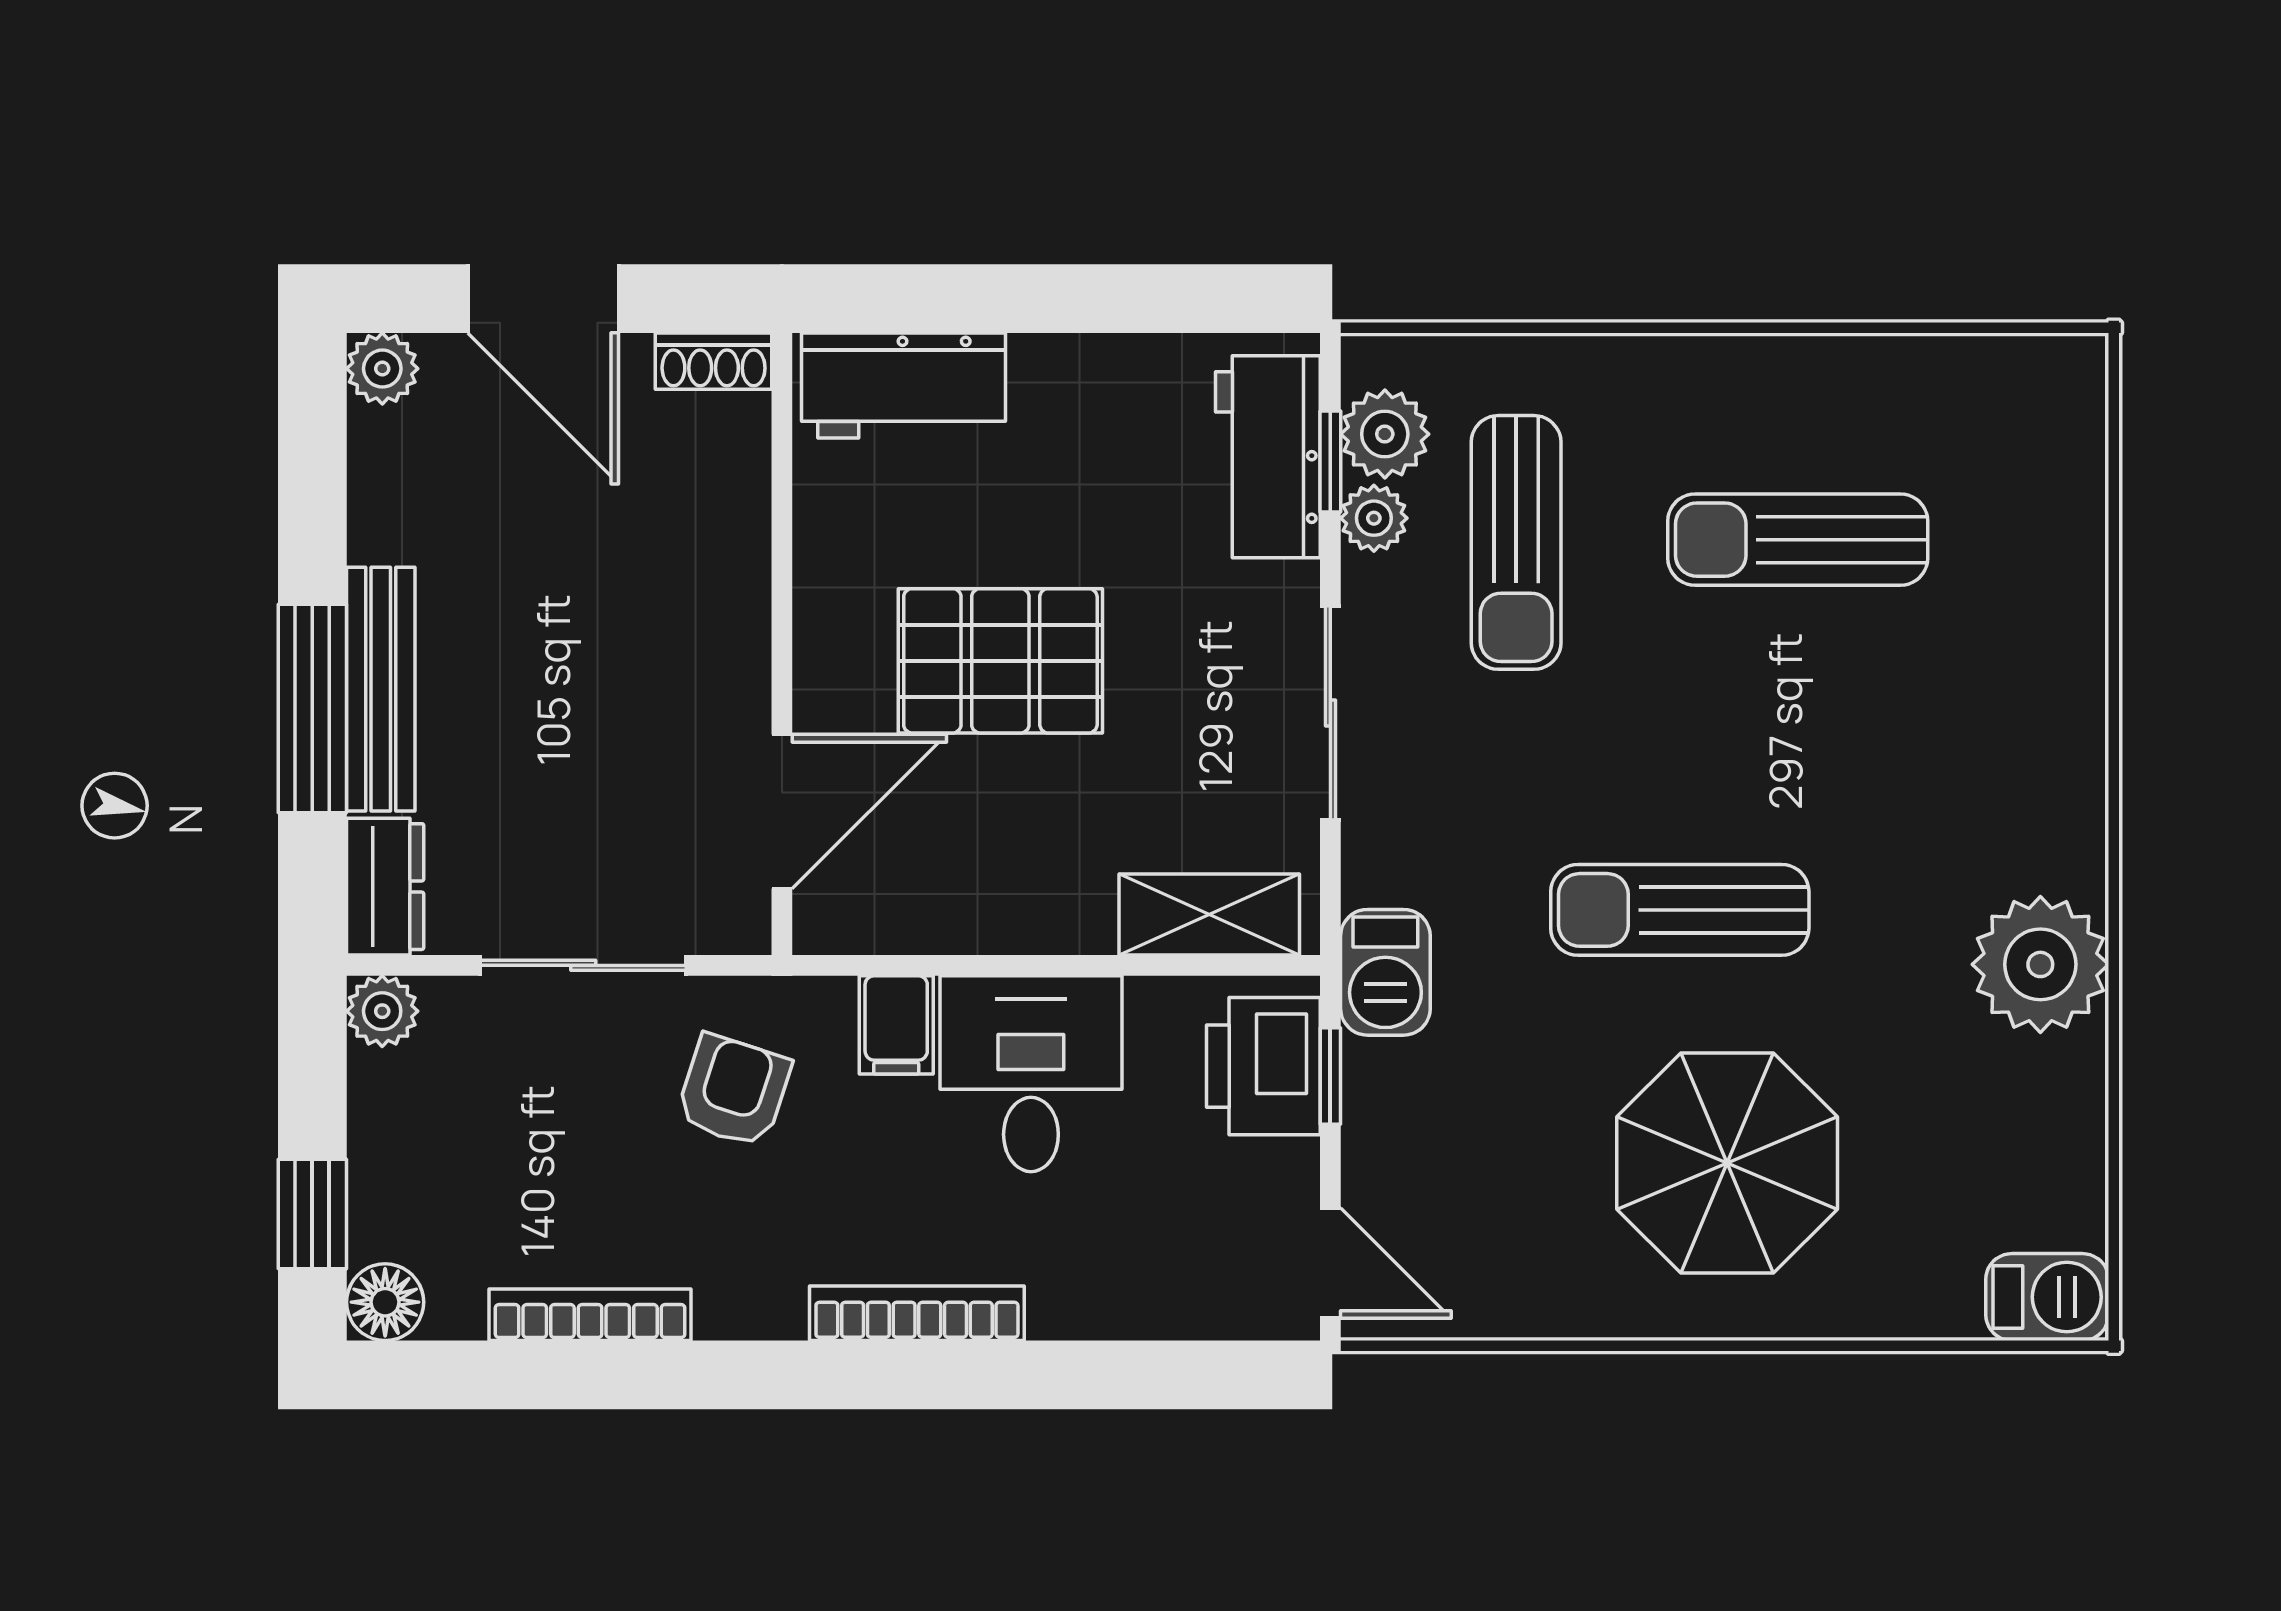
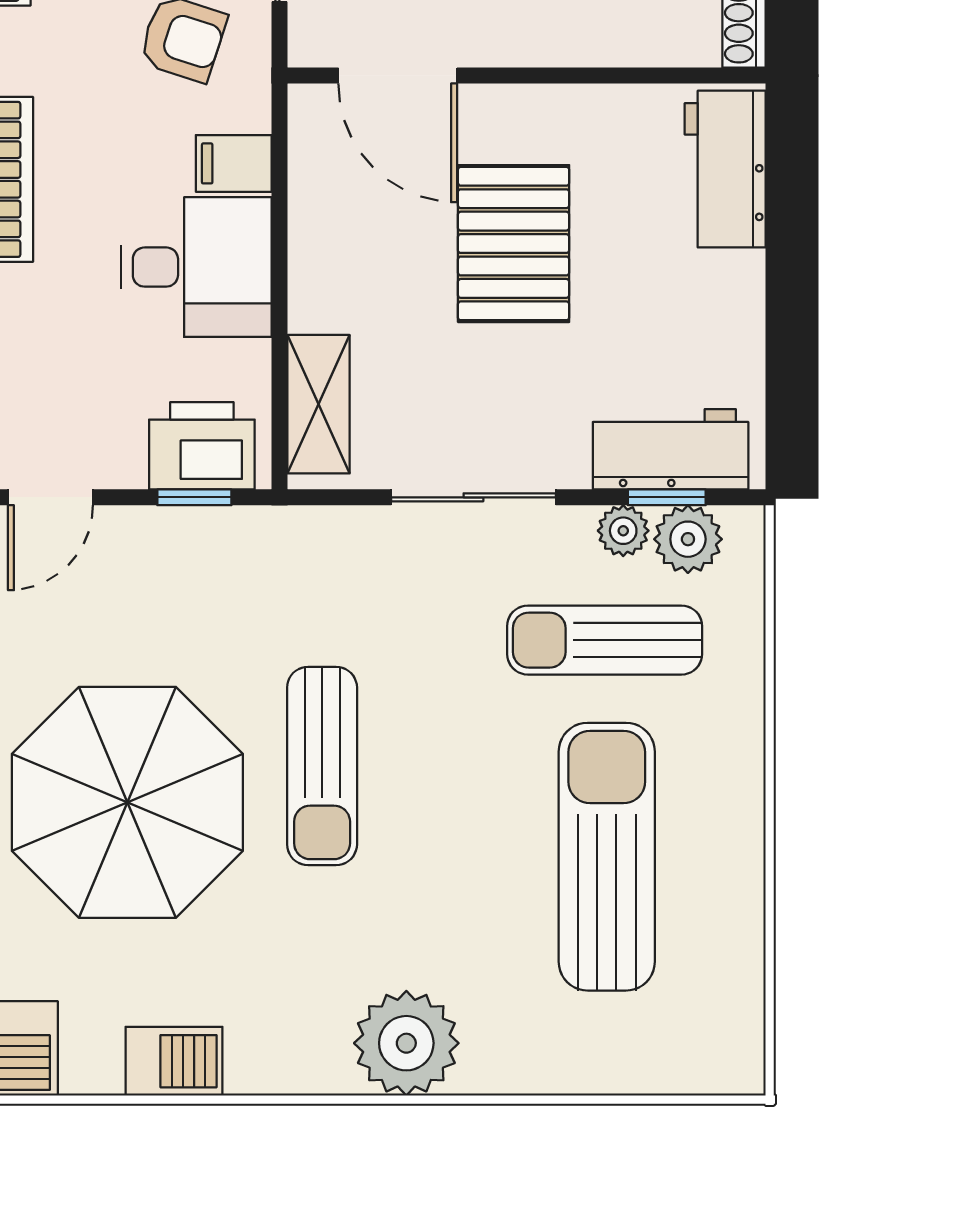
sun lounger: (1798, 540) -> (607, 857), width x1.36, depth x1.34
sun lounger: (1680, 910) -> (322, 766), turned 180
plant: (2040, 964) -> (406, 1043), moved
barbecue: (1385, 972) -> (174, 1061), moved, turned 180
parasol: (1727, 1163) -> (127, 802), width x1.36, depth x1.36

